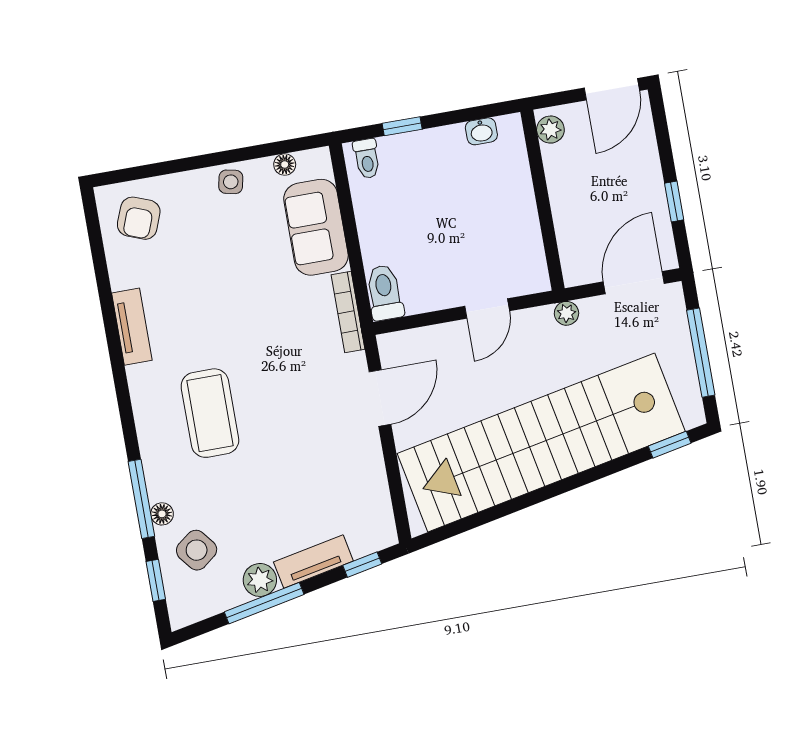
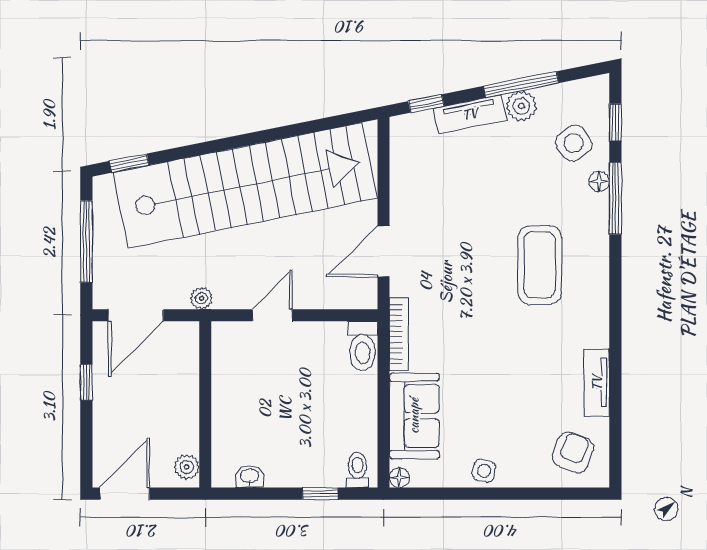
floor lamp: (285, 165) -> (399, 478), moved
tv unit: (132, 327) -> (597, 383), moved

